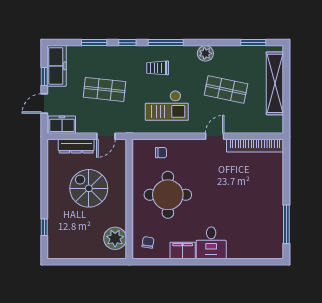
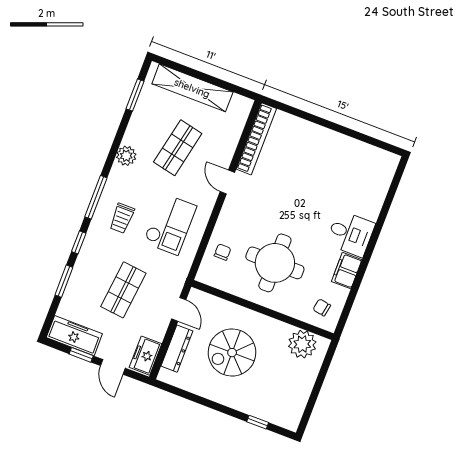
window: (286, 224) -> (362, 137), removed

